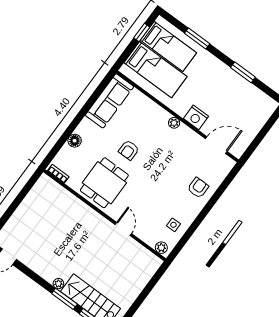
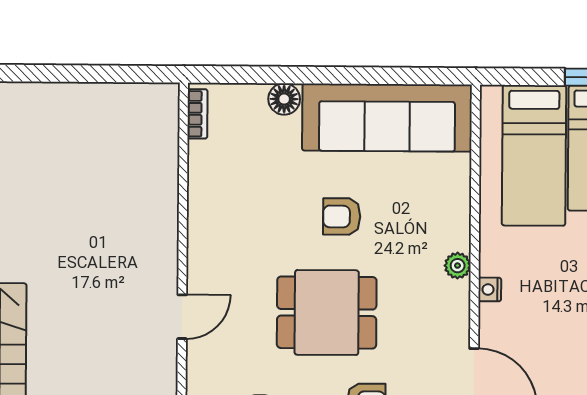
sofa: (109, 101) -> (387, 118), width x1.36, depth x1.27
nightstand: (196, 117) -> (490, 289), width x0.53, depth x0.56
dining table: (104, 183) -> (327, 313), moved

